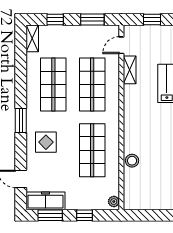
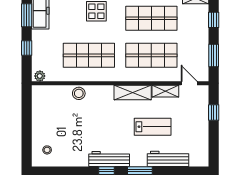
shelving: (131, 104) -> (133, 93), added

